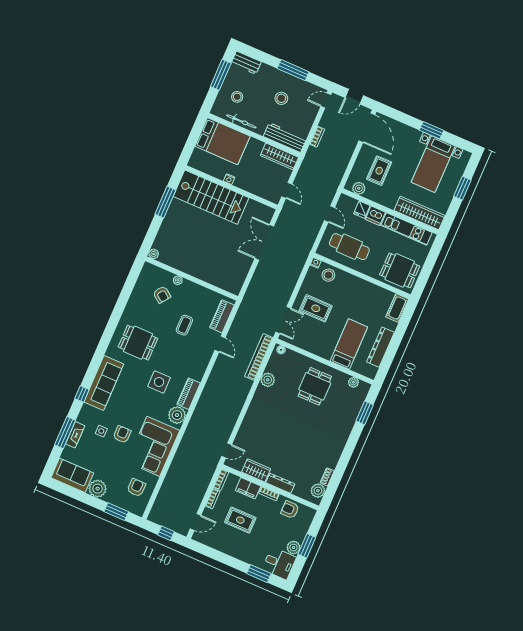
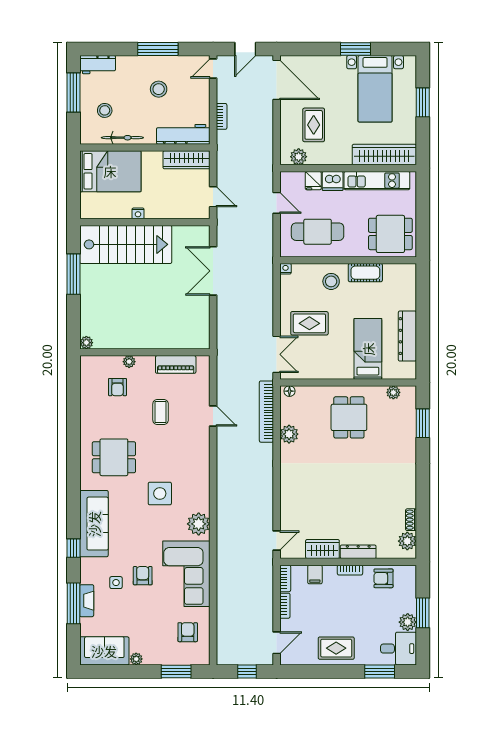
stool: (328, 275) -> (331, 281), moved
armchair: (162, 295) -> (117, 387), turned 54
cot: (397, 308) -> (365, 273), moved, turned 90
piano: (222, 316) -> (176, 364), moved, turned -90
piano: (189, 394) -> (201, 492), removed
filing cabinet: (248, 488) -> (315, 575), width x0.50
plant: (98, 489) -> (136, 659), width x0.53, depth x0.53
rug: (240, 520) -> (336, 648), moved

